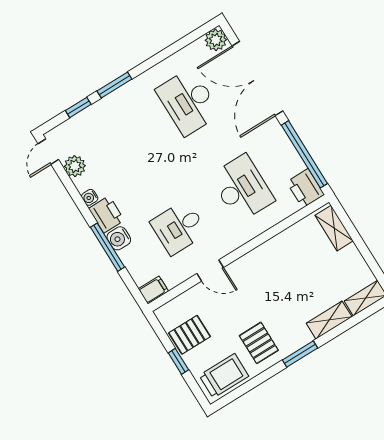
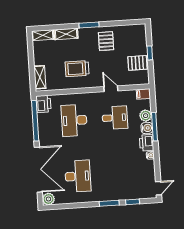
plant: (75, 166) -> (146, 116), moved
trolley: (224, 376) -> (77, 69), moved

